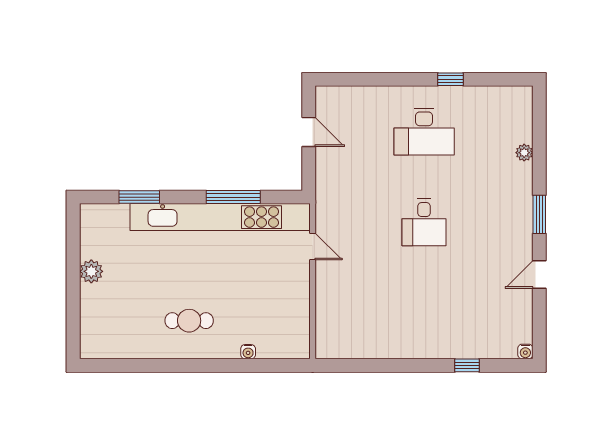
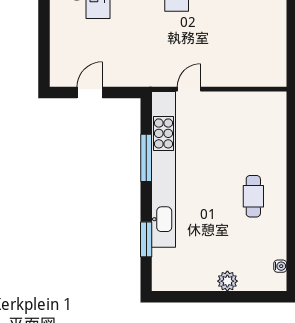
plant: (91, 271) -> (227, 281), moved
water cooler: (248, 352) -> (280, 266), moved

